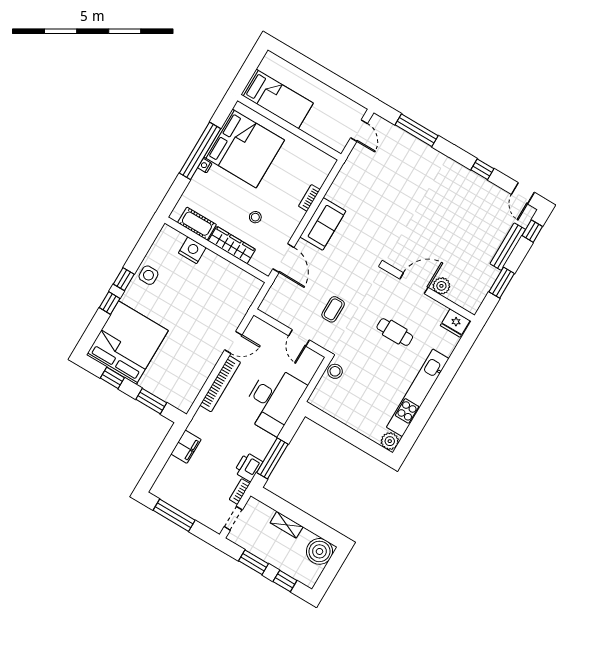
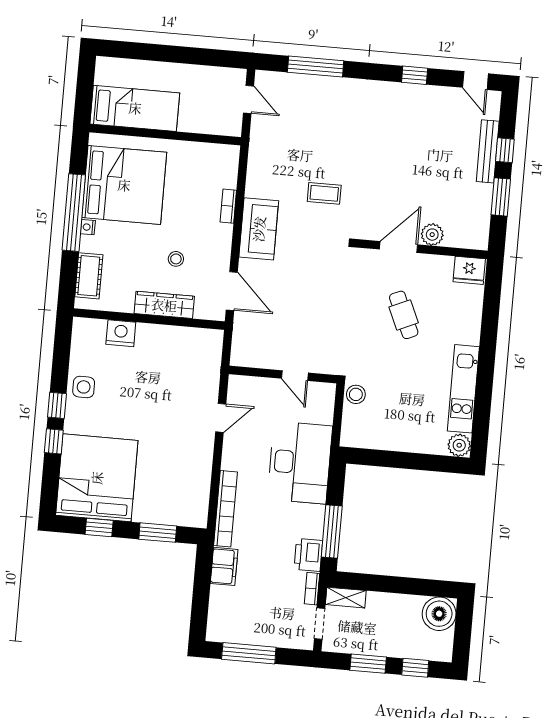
cot: (197, 224) -> (89, 276), moved, turned 90
window: (532, 231) -> (505, 150), moved
coffee table: (333, 309) -> (324, 193), moved, turned 90
cafe table: (395, 332) -> (404, 315), turned 66
bookcase: (220, 384) -> (226, 509), moved
kitchen unit: (418, 393) -> (463, 389), width x0.73
shelving: (287, 525) -> (346, 598), moved

